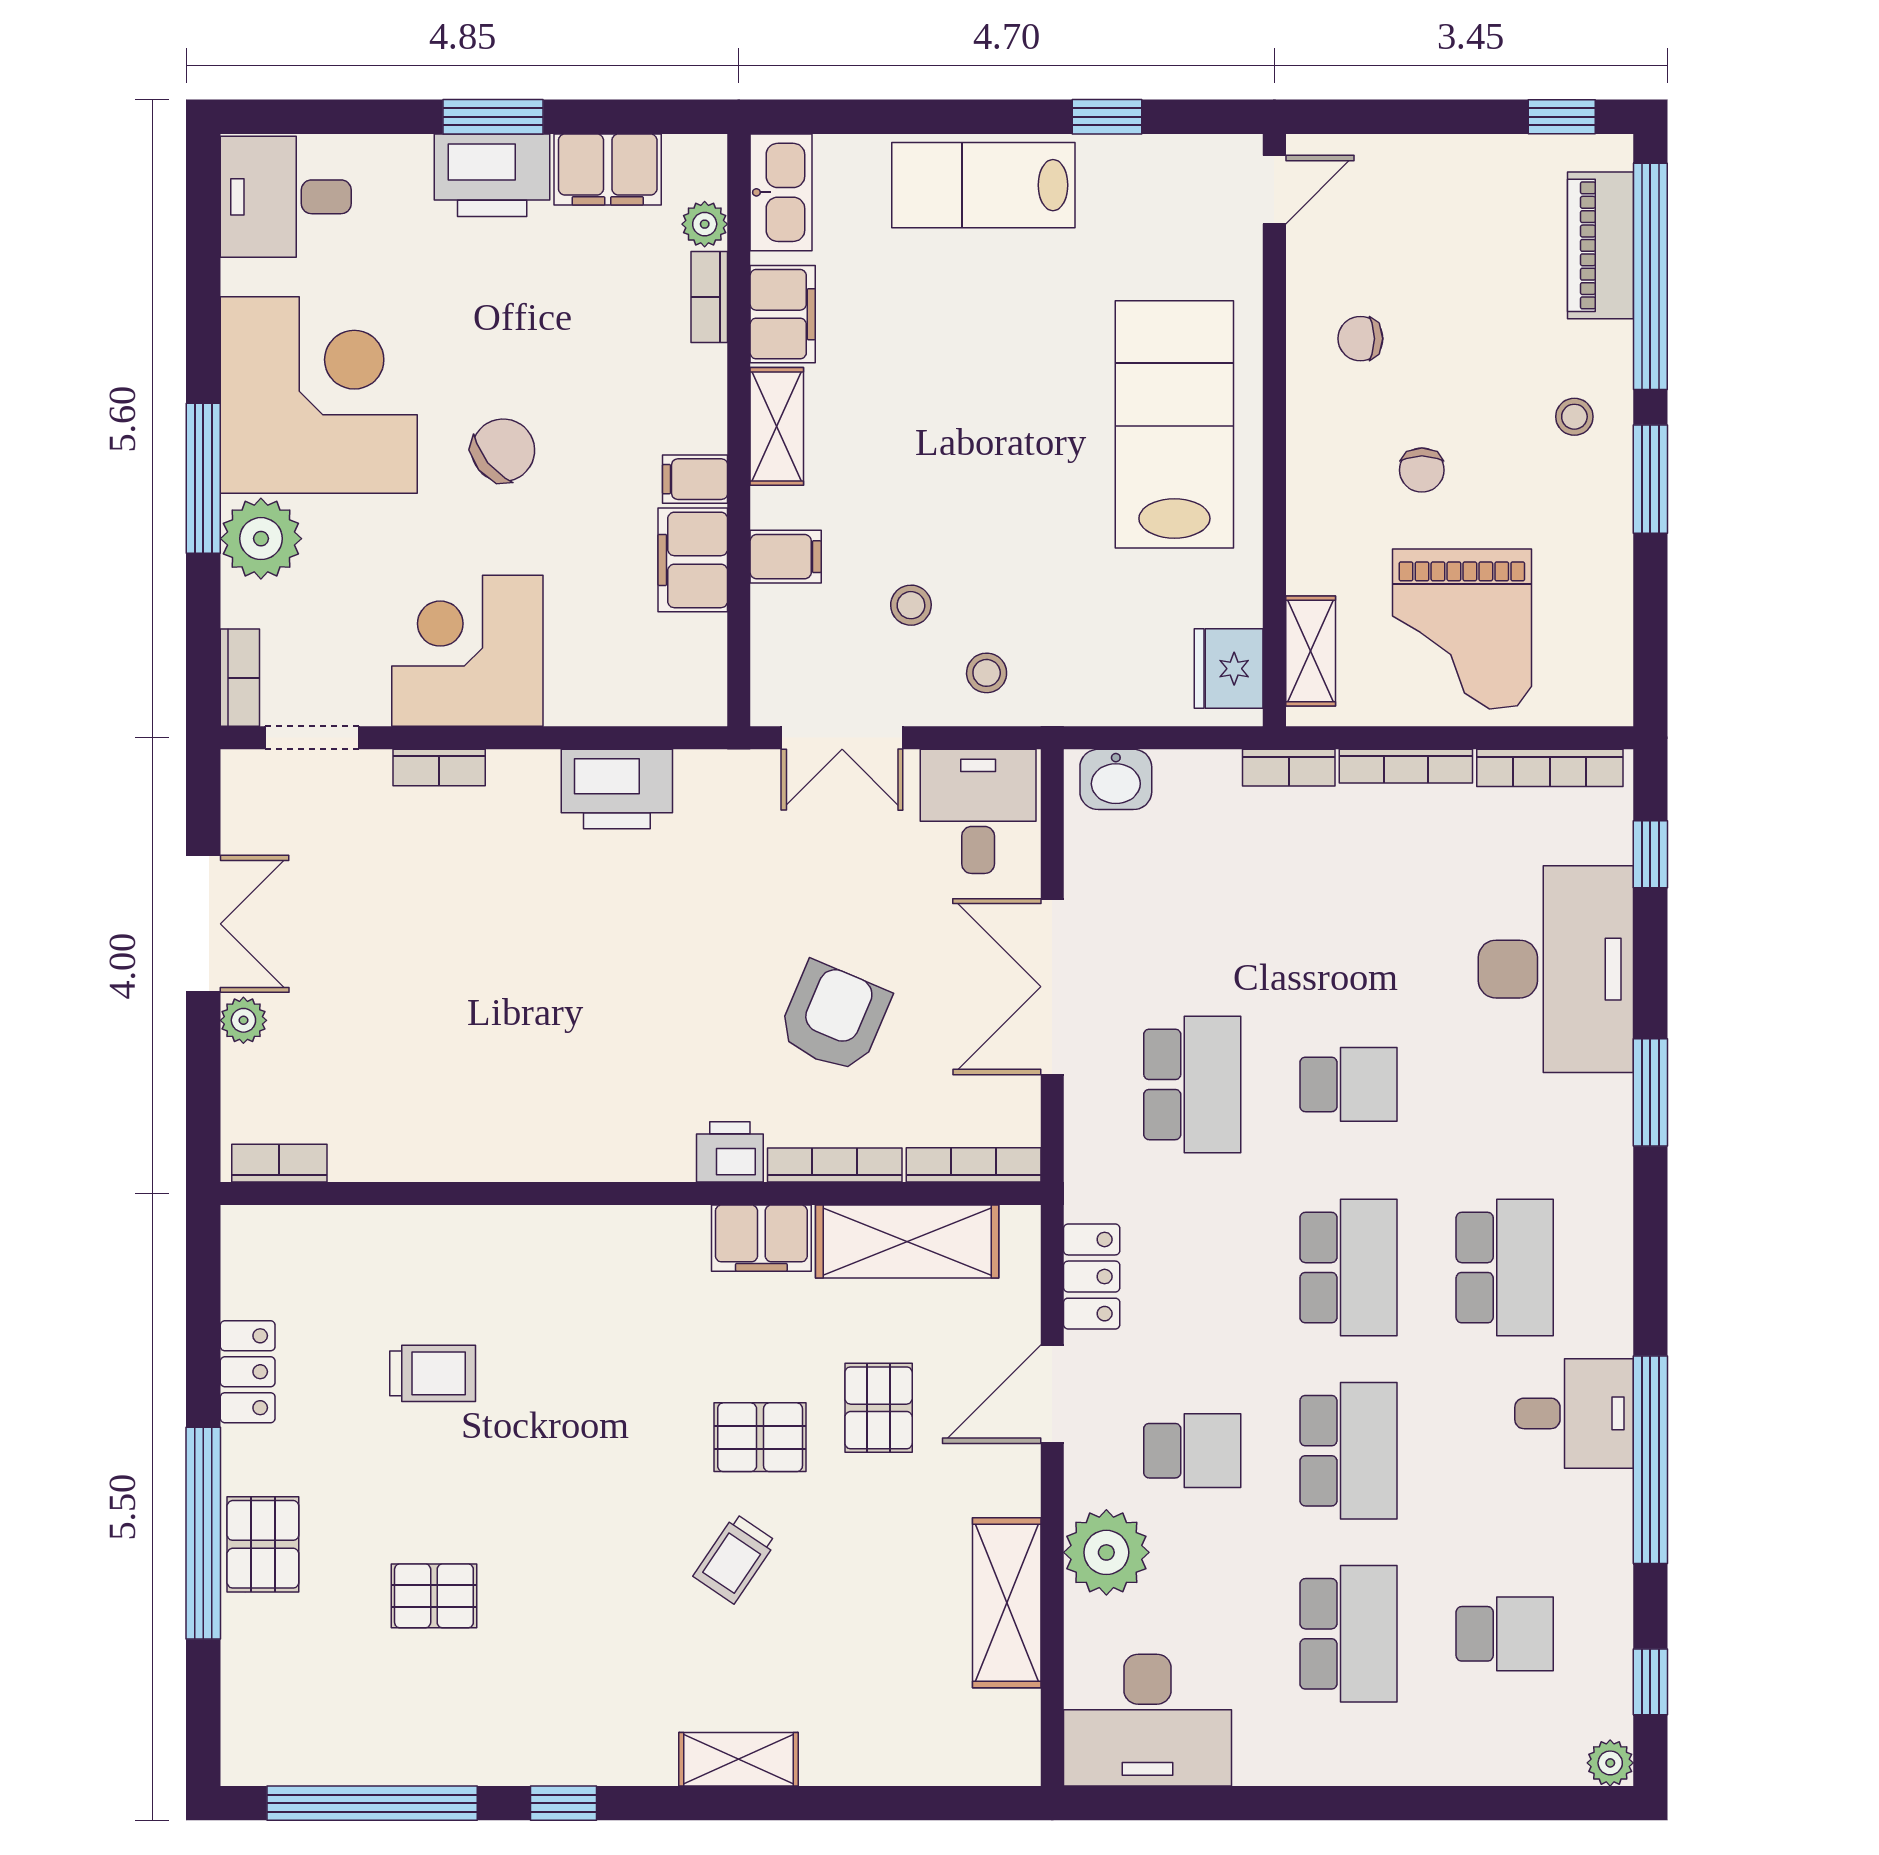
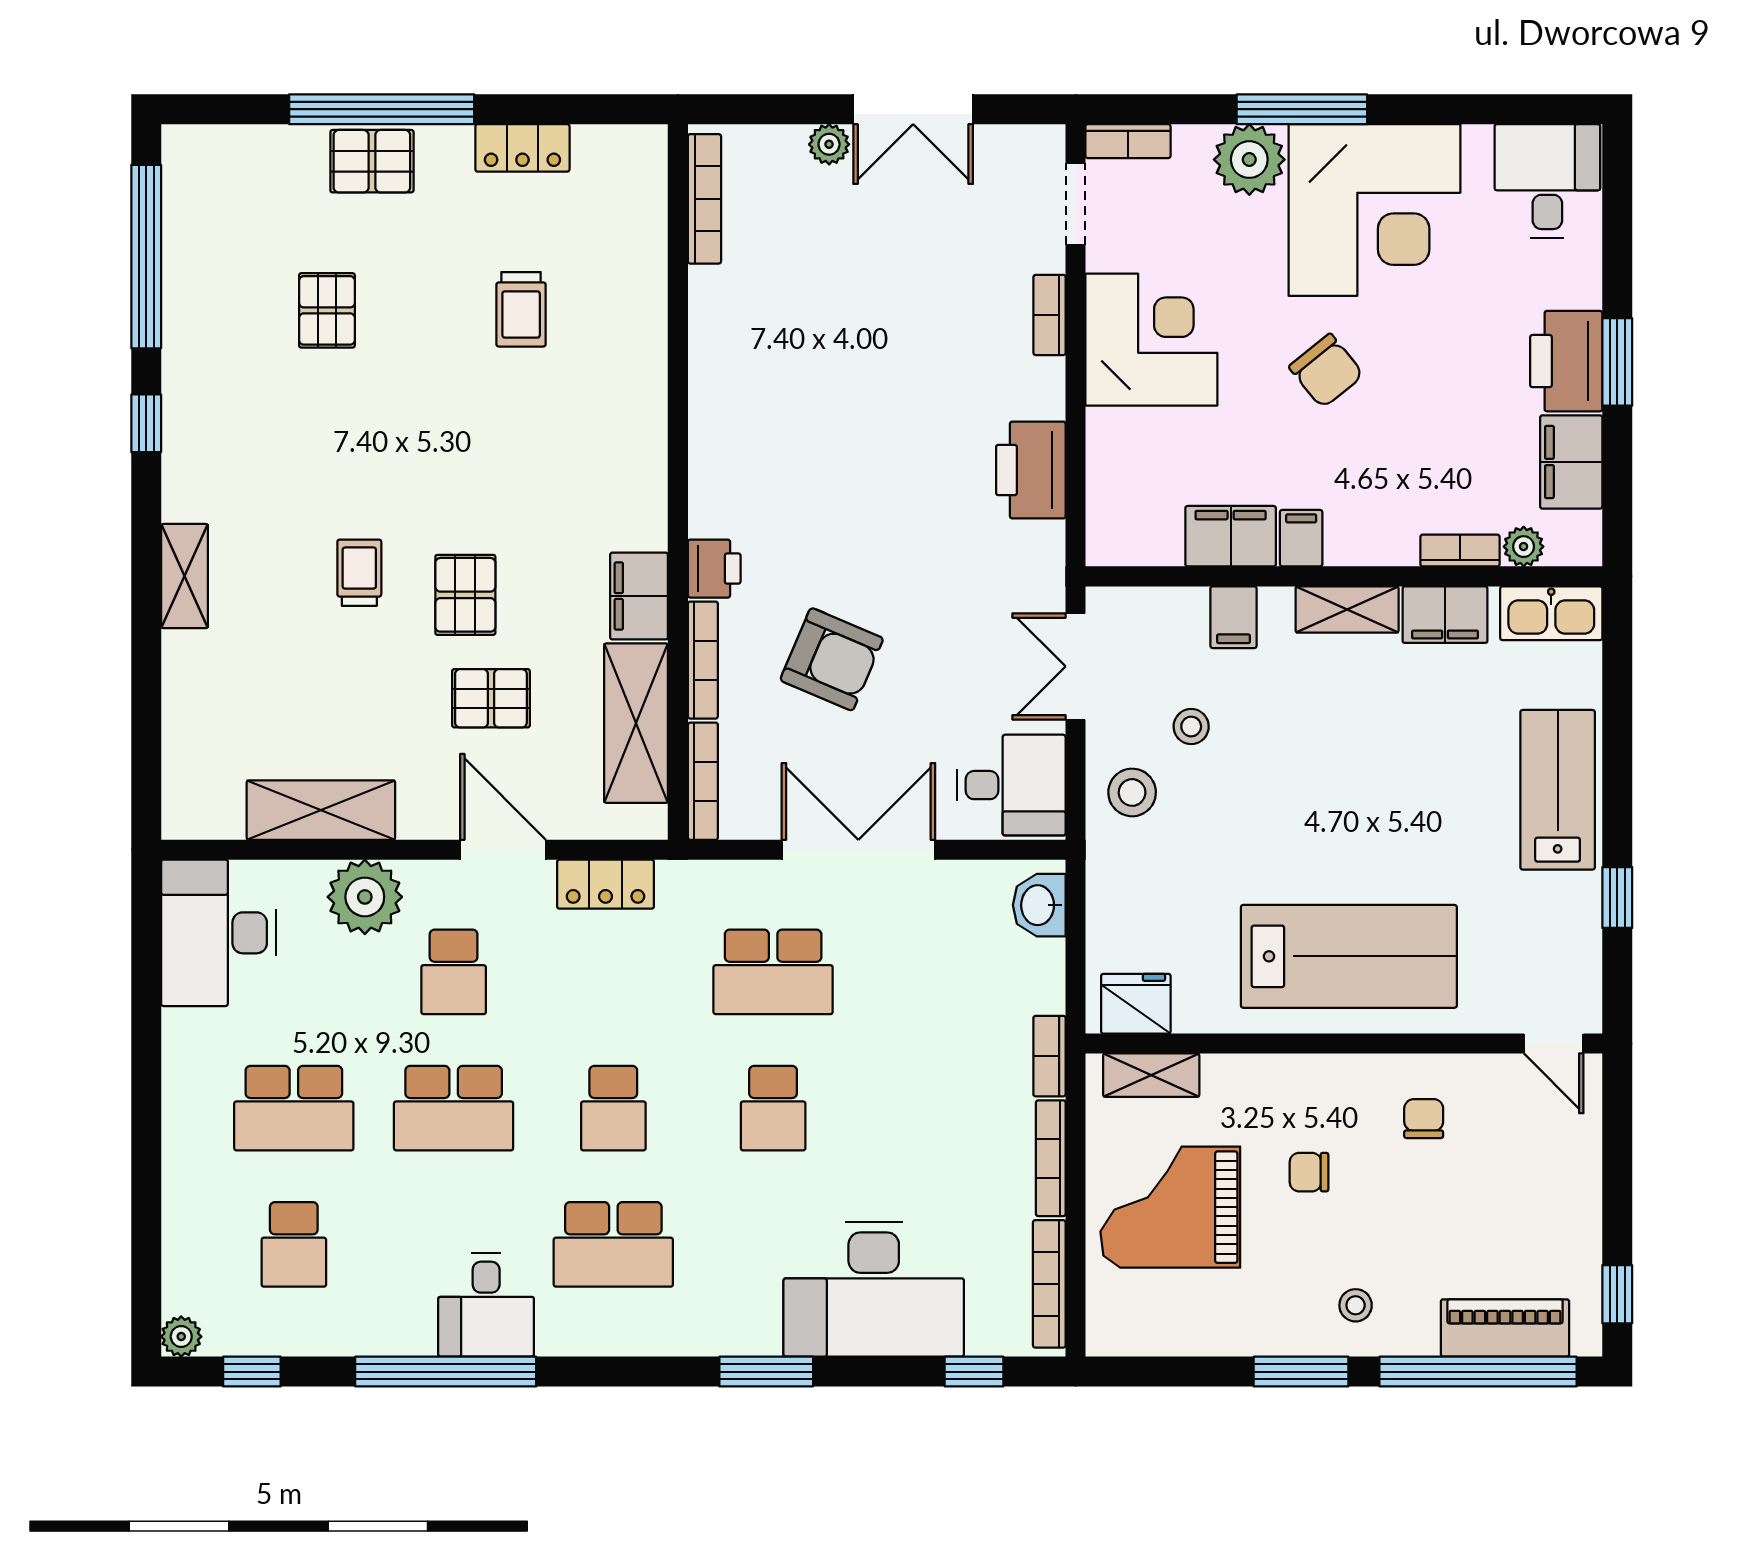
stool: (987, 673) -> (1132, 792), width x1.37, depth x1.37
bookcase: (279, 1163) -> (704, 199), width x1.56
school desk: (1348, 1268) -> (613, 1108), width x0.54
trolley: (735, 1559) -> (359, 573), turned 56

